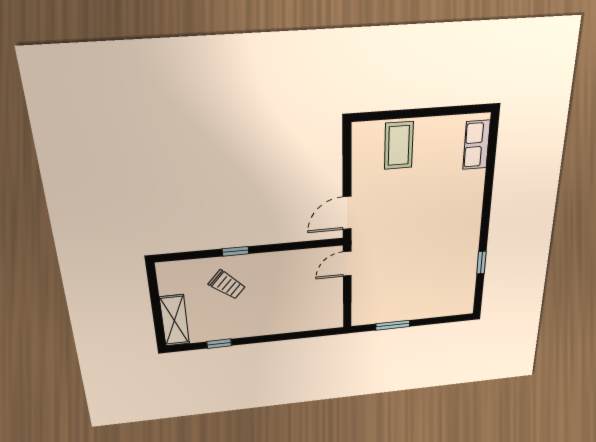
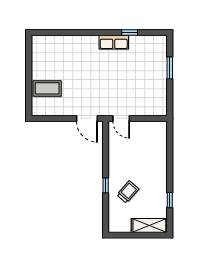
row of seats: (476, 145) -> (114, 42), moved
window: (393, 325) -> (170, 68), moved

